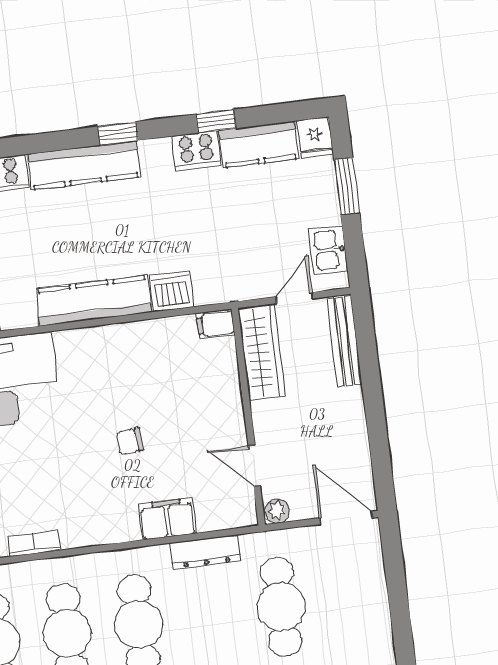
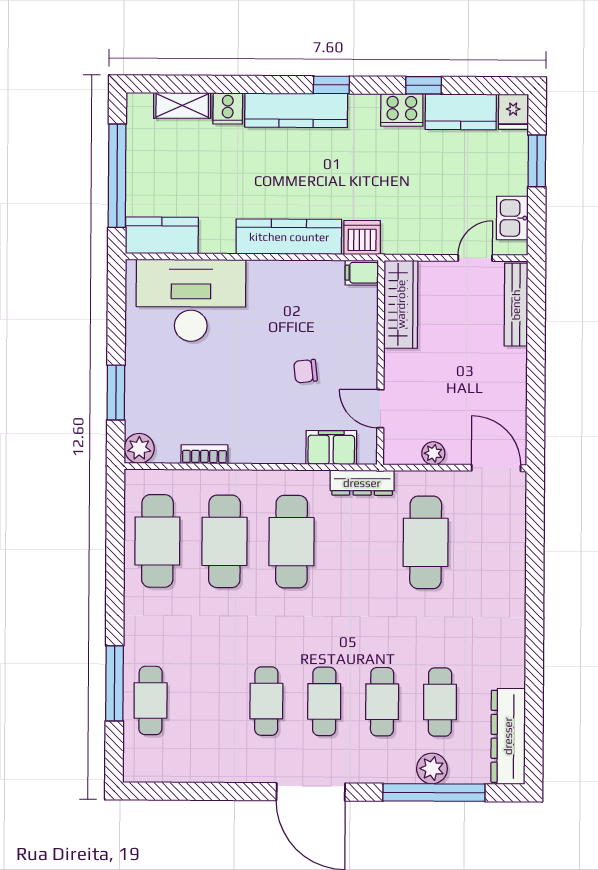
filing cabinet: (216, 324) -> (362, 273), moved
wardrobe: (262, 352) -> (401, 304), moved
wall: (248, 417) -> (381, 362), moved
door: (254, 466) -> (380, 409), moved

